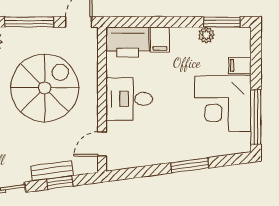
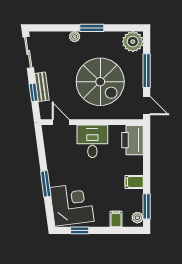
plant: (206, 35) -> (137, 218), moved
filing cabinet: (160, 40) -> (134, 182), moved
corner desk: (223, 103) -> (72, 204), moved, turned 82
window: (256, 117) -> (80, 230), width x0.46

